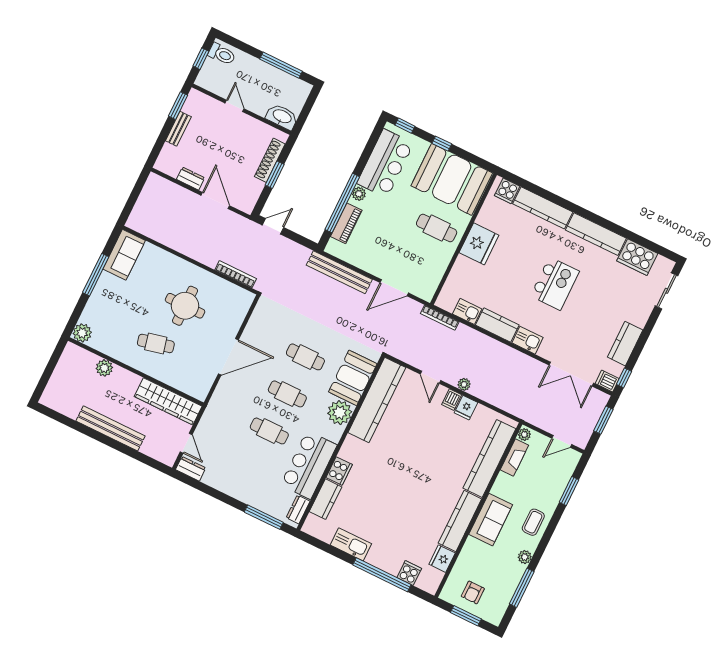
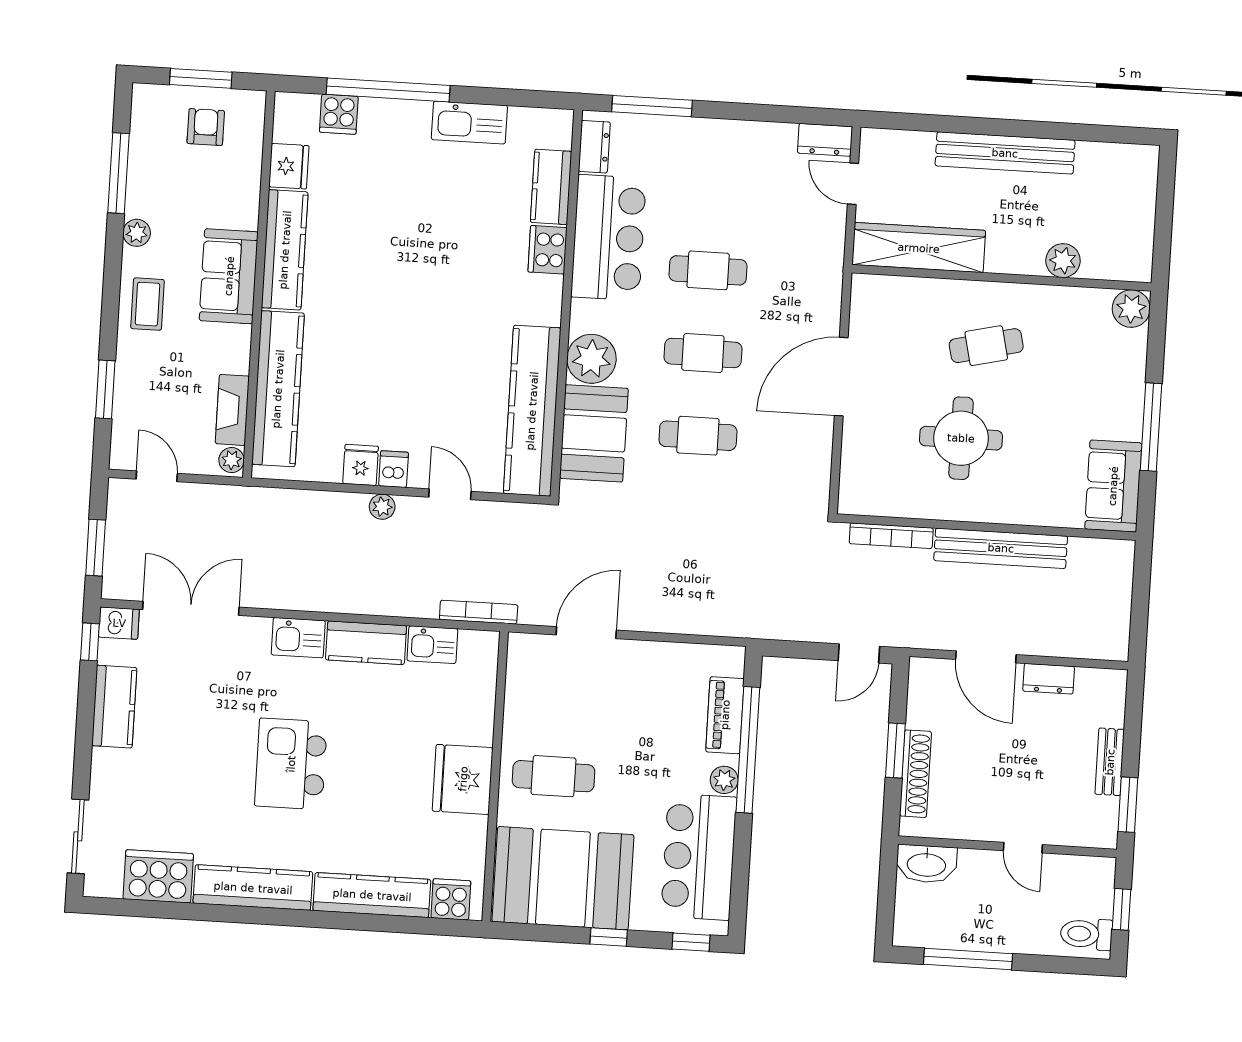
bench: (339, 272) -> (1001, 548), moved
door: (562, 441) -> (157, 476), hinge flipped

